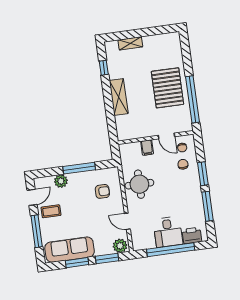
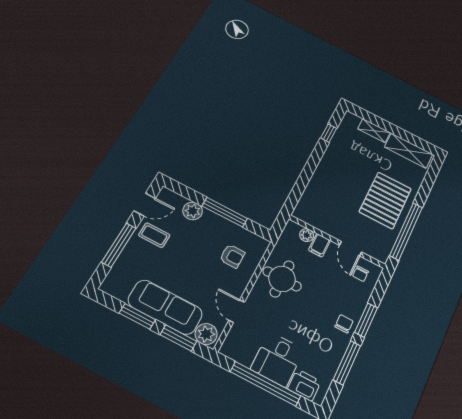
shelving: (119, 97) -> (409, 151), moved, turned 90
plant: (135, 147) -> (307, 235), added
chair: (183, 164) -> (344, 324), moved
sofa: (70, 250) -> (165, 307), moved

